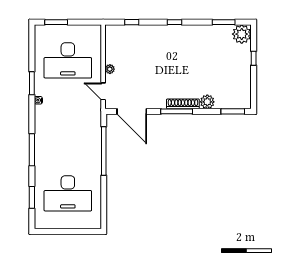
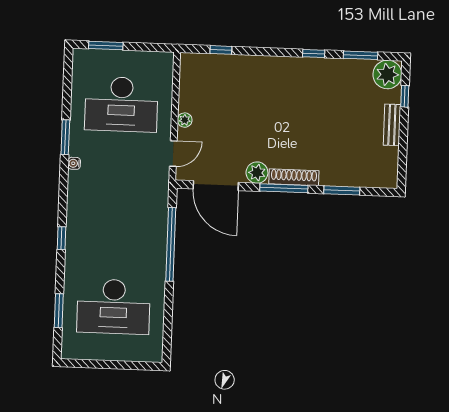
window: (174, 22) -> (314, 53), moved
window: (254, 58) -> (405, 96), moved
bench: (246, 67) -> (392, 125), added
door: (103, 91) -> (173, 154), swing flipped
plant: (207, 102) -> (257, 173), moved
window: (233, 111) -> (342, 190), moved
window: (32, 150) -> (61, 238), width x0.46

